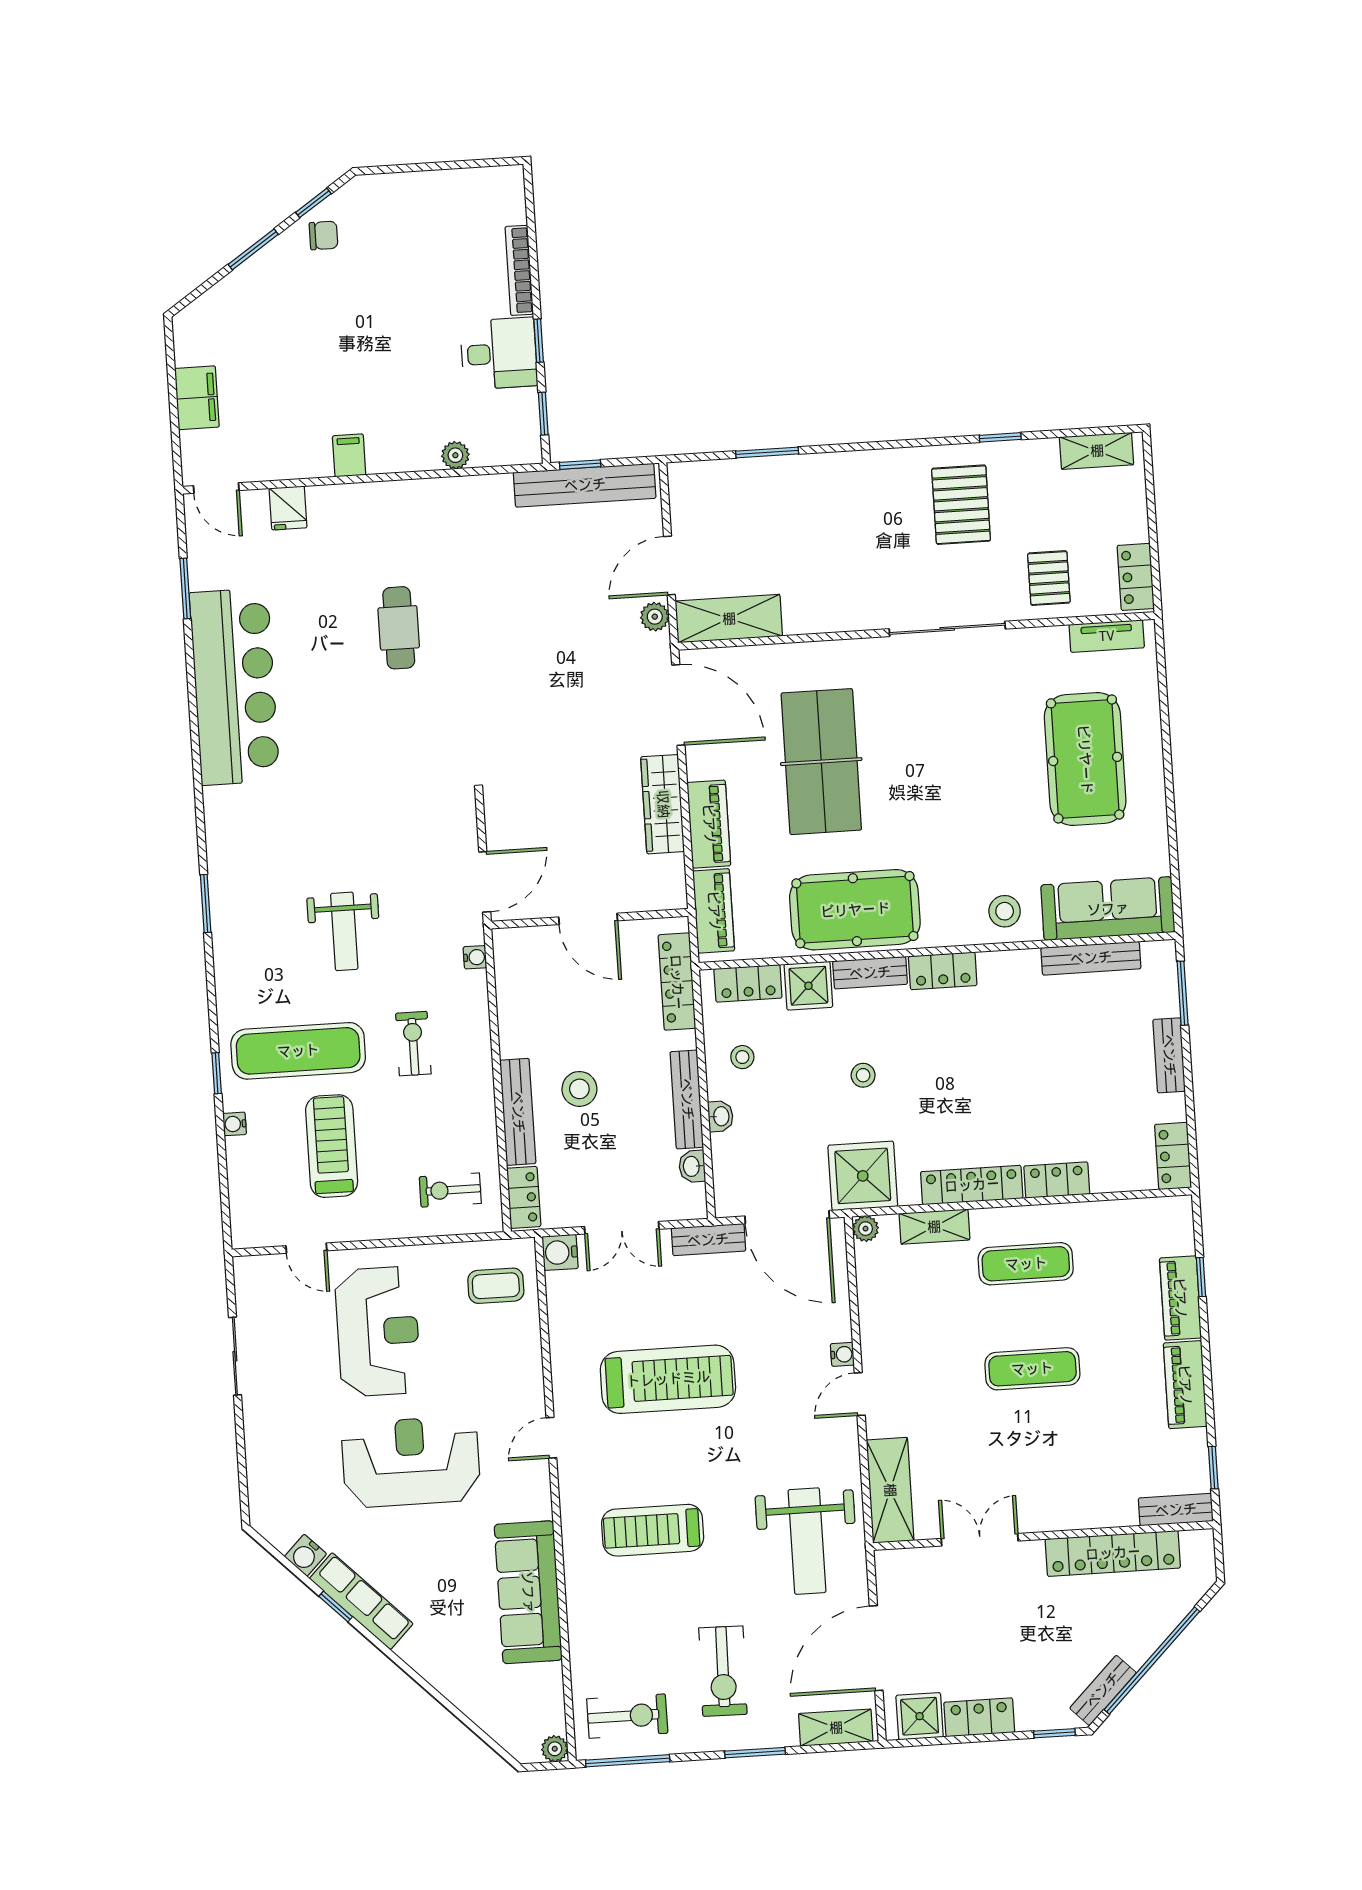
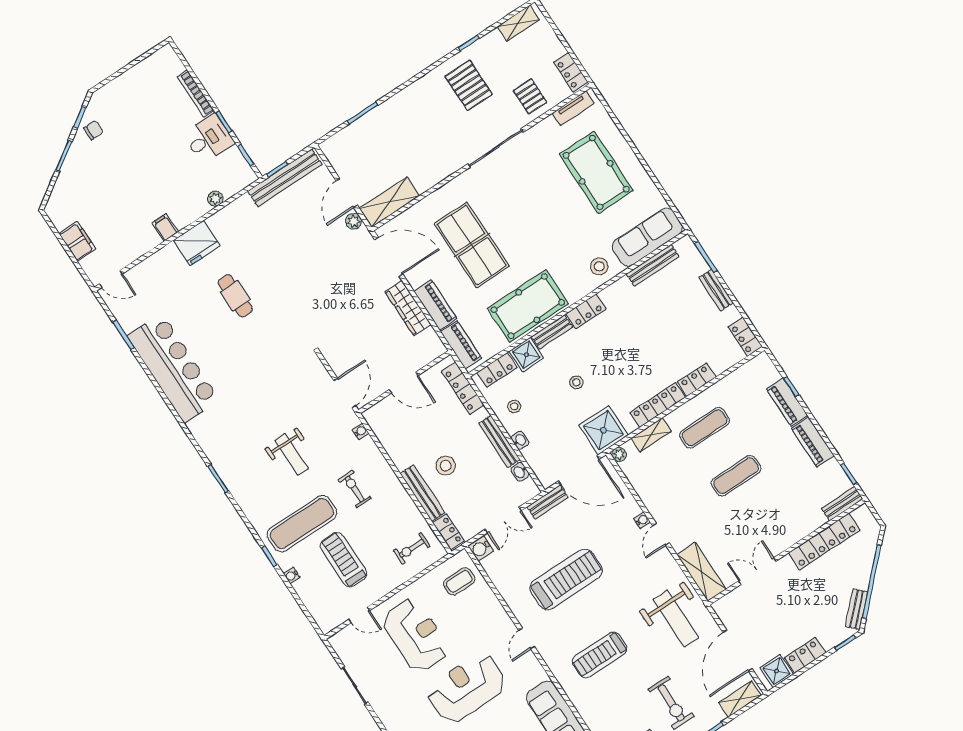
fridge: (288, 508) -> (197, 243), moved, width x1.88, depth x1.34

